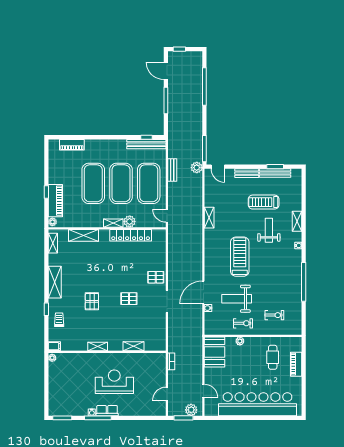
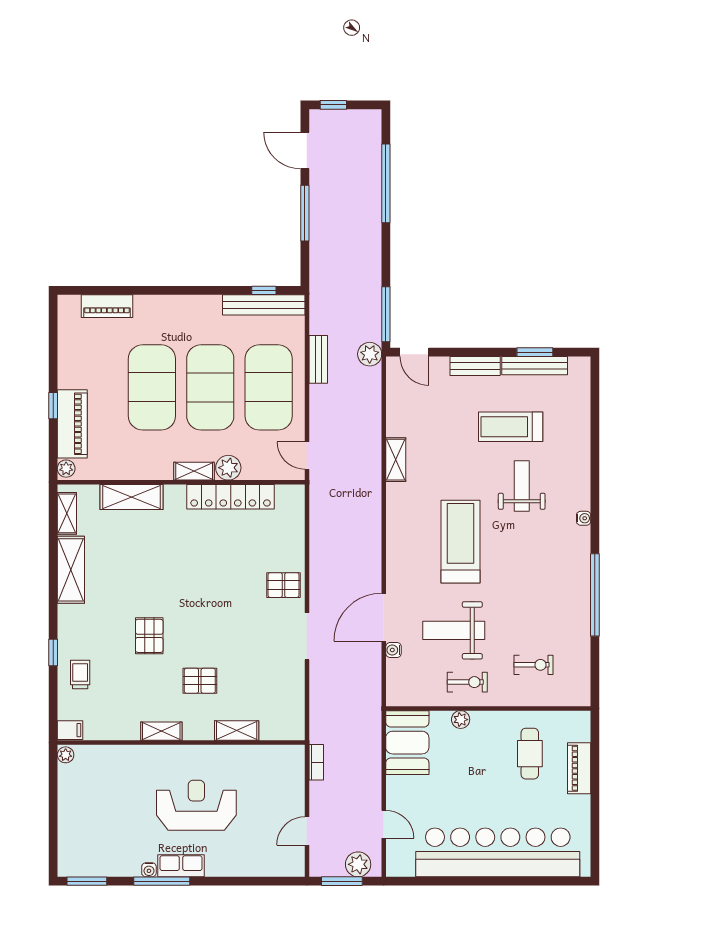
shelving: (297, 221) -> (581, 467), removed
shelving: (55, 282) -> (71, 570), moved
pallet: (129, 299) -> (200, 681), moved

